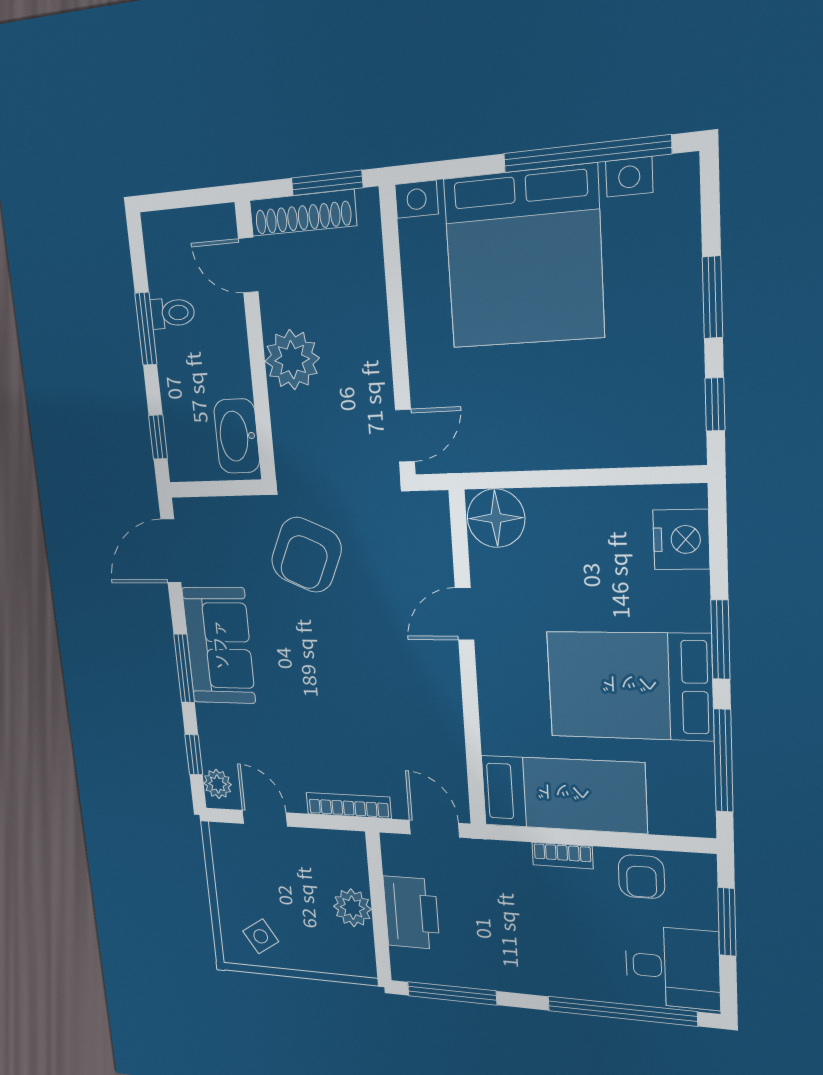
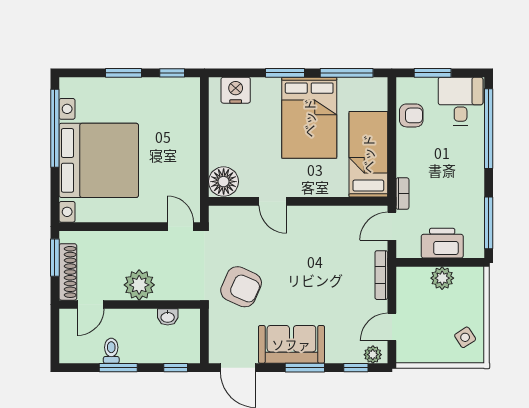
washbasin: (237, 436) -> (168, 317), width x0.52, depth x0.69
bookcase: (562, 856) -> (402, 194), moved

